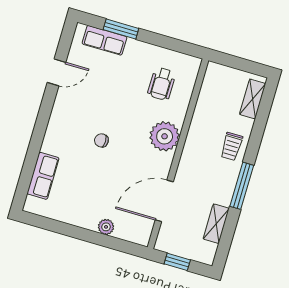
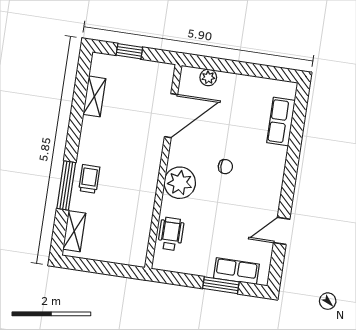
plant: (165, 136) -> (180, 183), moved
wall: (178, 154) -> (163, 166), moved
window: (242, 186) -> (66, 186), moved
door: (164, 201) -> (171, 116), moved

